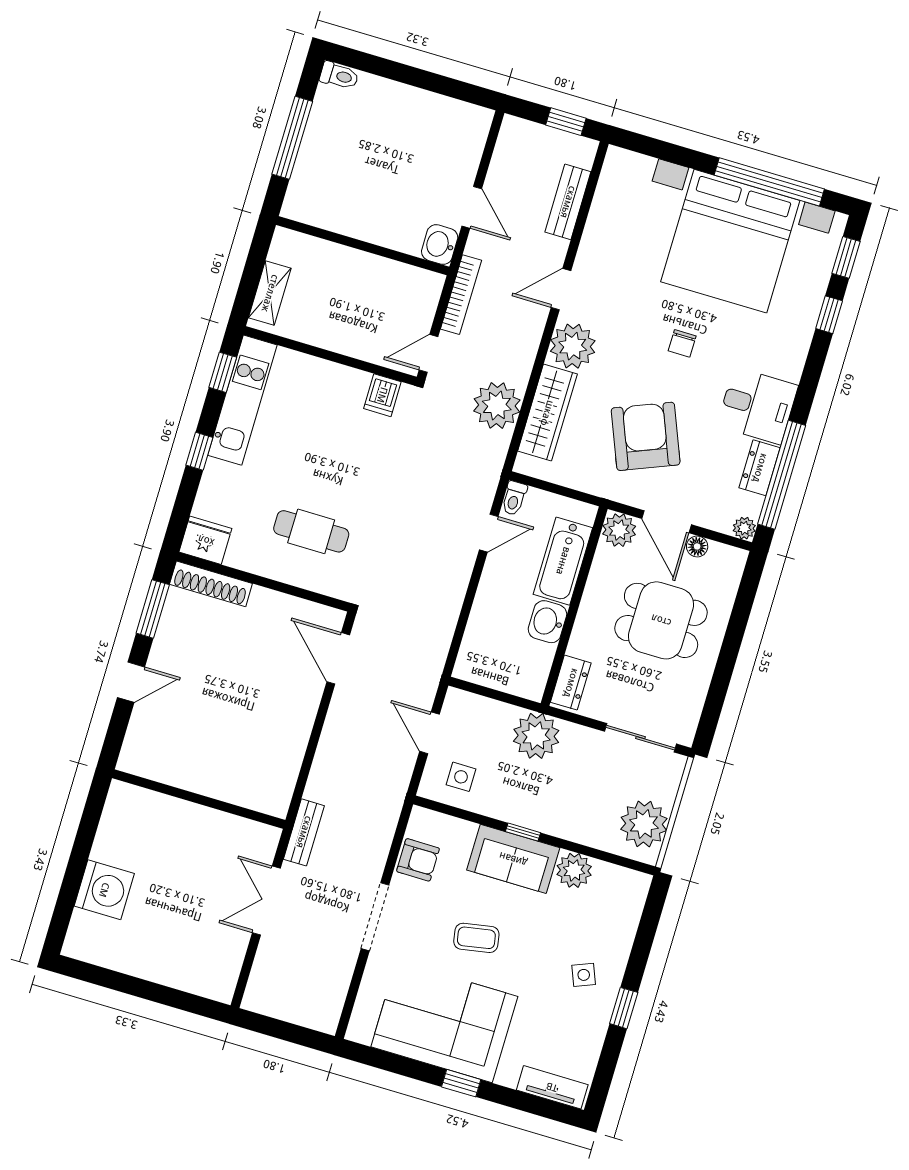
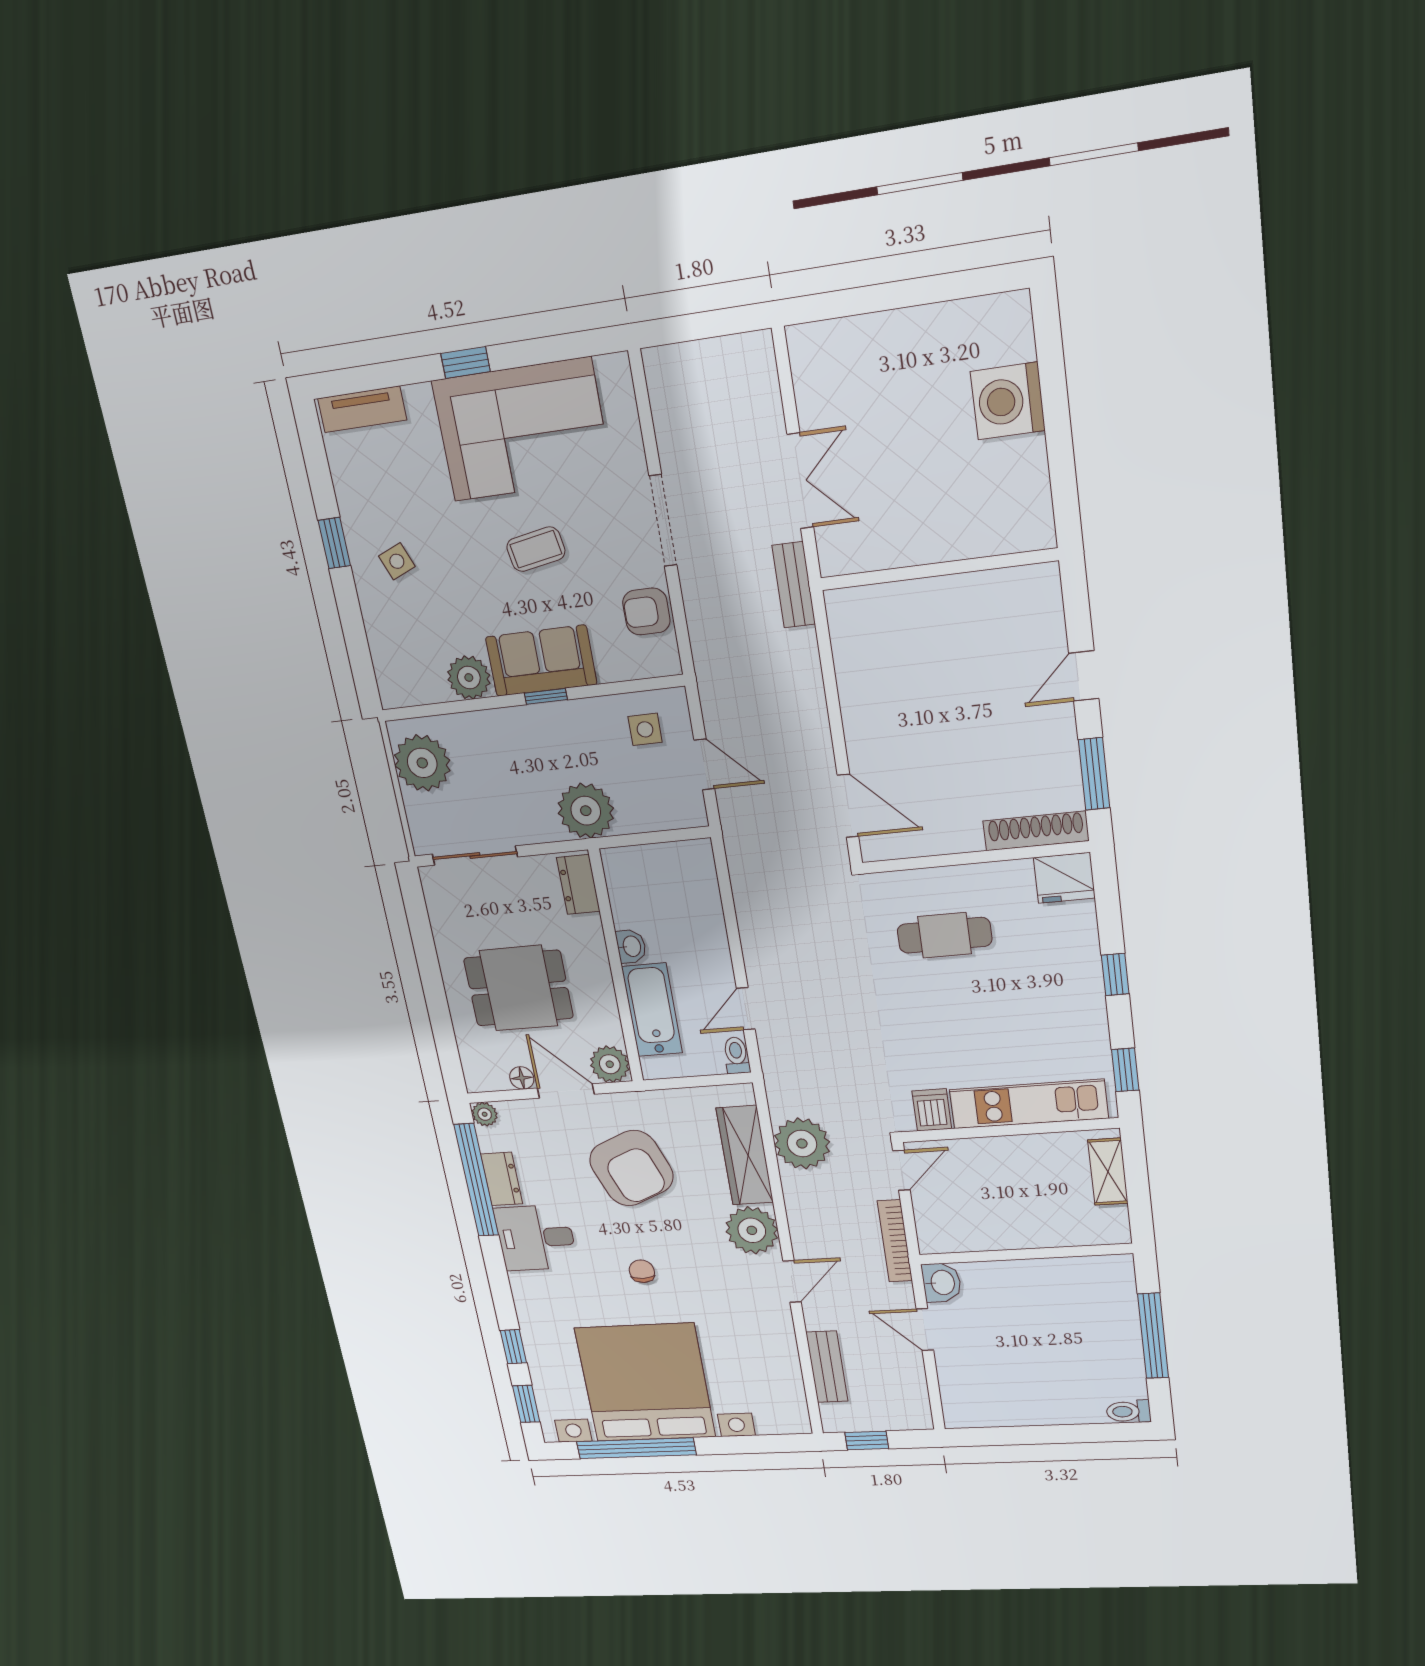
kitchen unit: (242, 400) -> (1029, 1104), moved, turned 90
washbasin: (547, 622) -> (631, 946), width x0.72, depth x0.69

